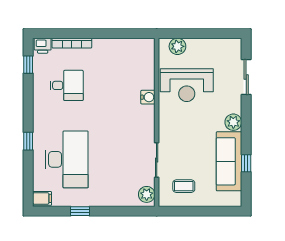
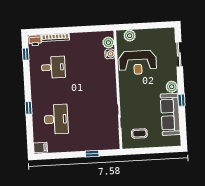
water cooler: (148, 97) -> (110, 54), moved
desk: (67, 159) -> (56, 119), width x0.73, depth x0.77
window: (246, 163) -> (181, 100), moved
plant: (147, 194) -> (108, 43), moved
window: (80, 211) -> (92, 154), moved

